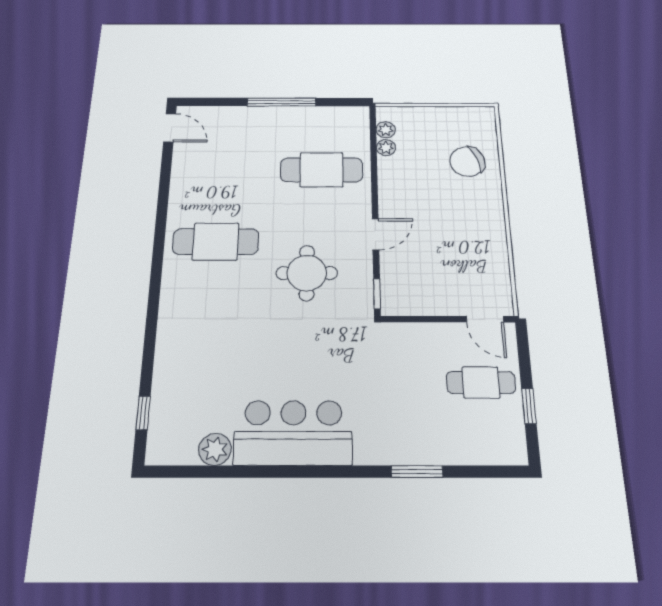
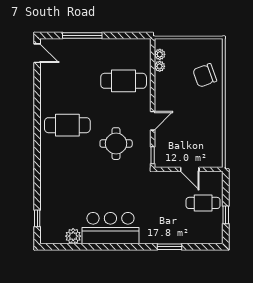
window: (282, 102) -> (82, 36), moved
door: (485, 319) -> (190, 169), moved

